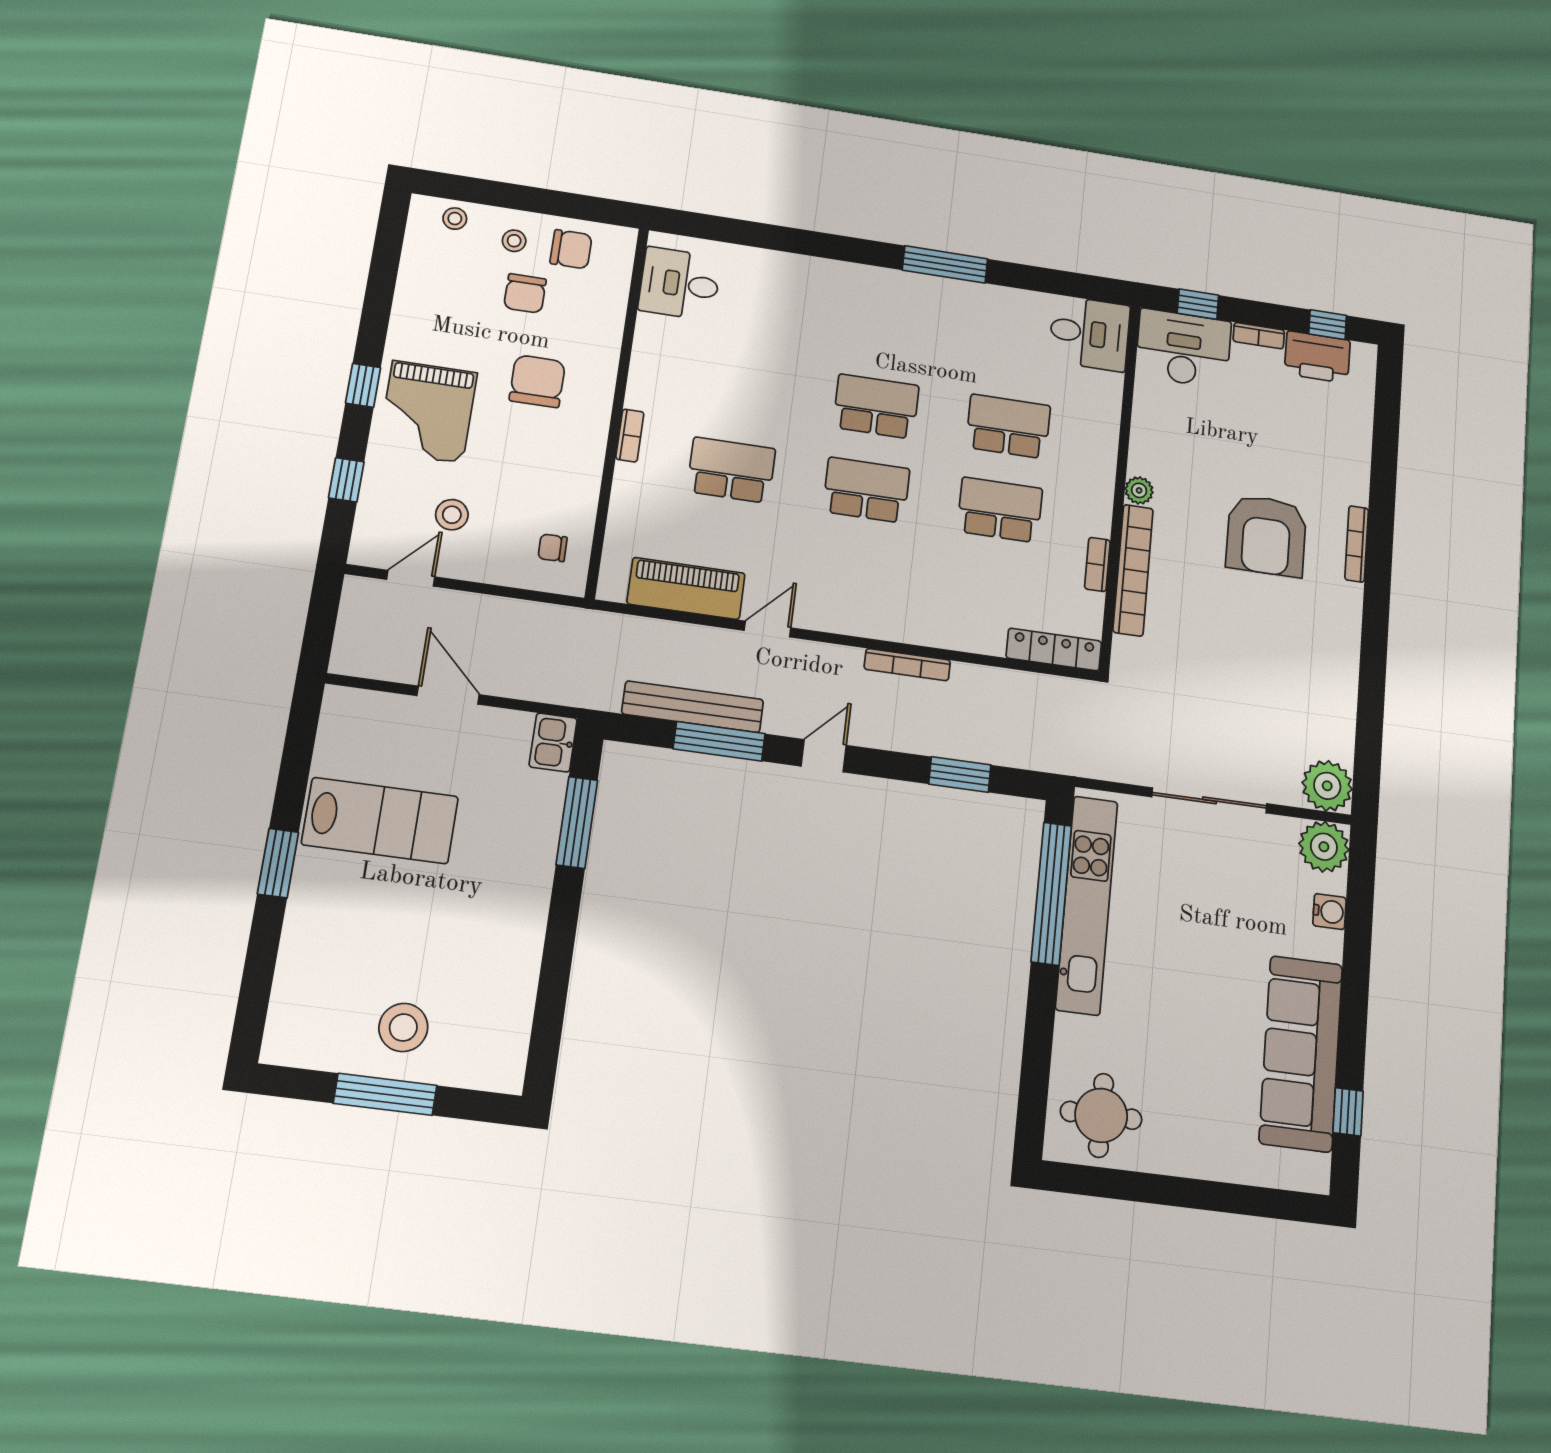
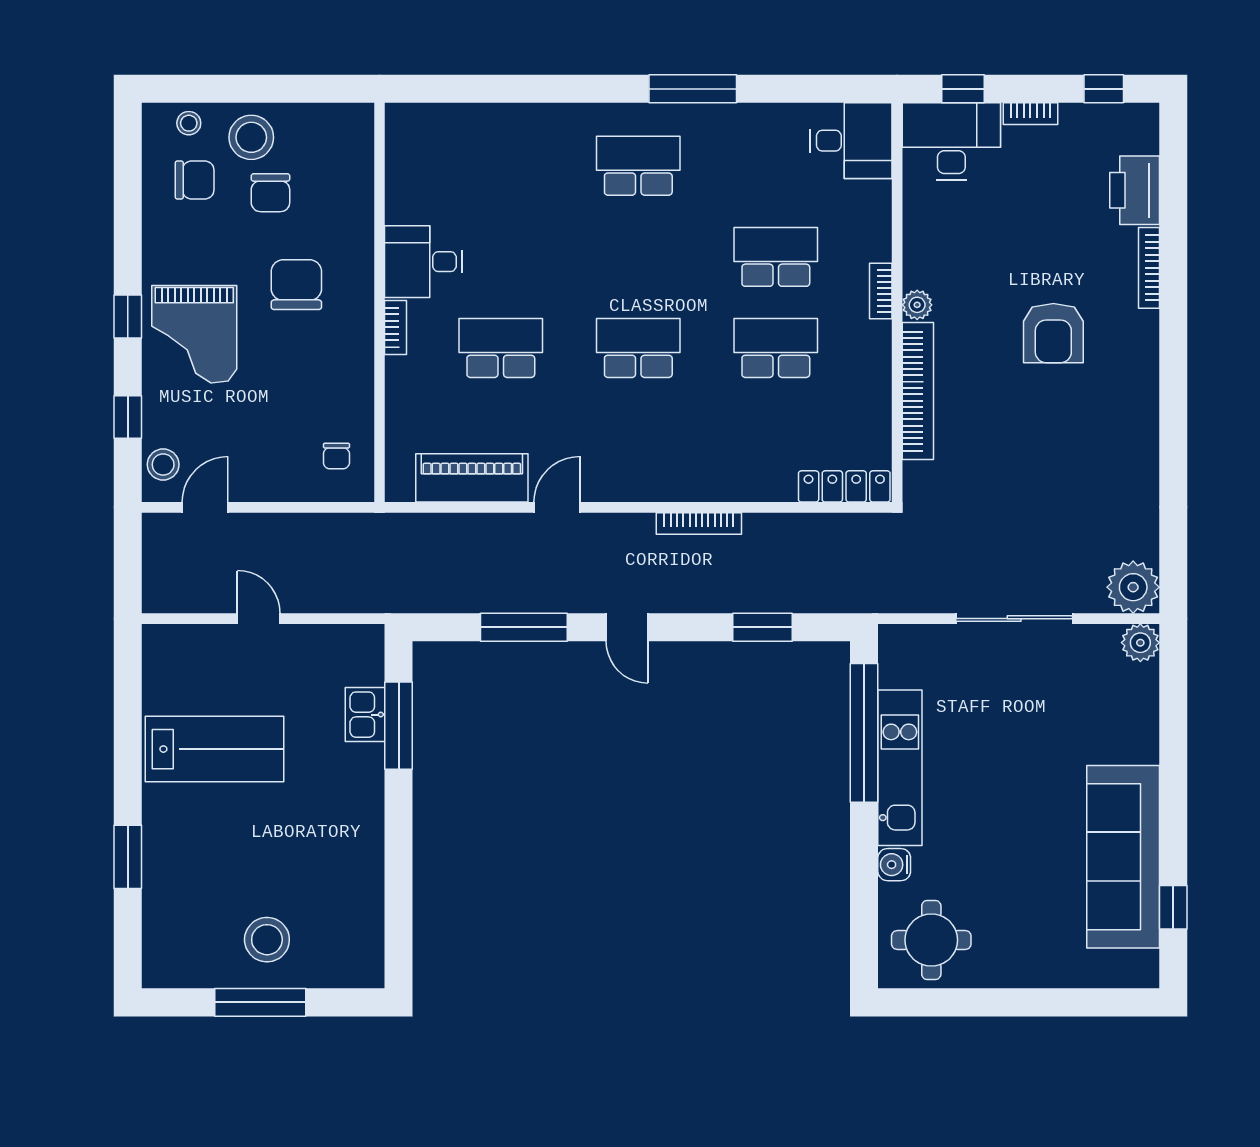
stool: (514, 241) -> (251, 137), width x1.89, depth x1.89
chair: (571, 249) -> (195, 180), moved
desk: (680, 284) -> (424, 262), moved
printer: (1317, 357) -> (1135, 190), moved, turned 90
school desk: (876, 406) -> (638, 166), moved
stool: (452, 515) -> (163, 464), moved
armchair: (1266, 536) -> (1053, 333), width x0.73, depth x0.73
bookcase: (1357, 544) -> (1149, 268), moved
chair: (553, 548) -> (336, 456), turned -89
bookcase: (1097, 564) -> (881, 291), moved
door: (448, 695) -> (259, 619), width x0.73
bench: (693, 707) -> (494, 596), removed
kitchen sink: (553, 742) -> (365, 715), moved
door: (824, 756) -> (627, 627), swing flipped
plant: (1324, 847) -> (1140, 643), width x0.73, depth x0.73
window: (278, 863) -> (128, 857), moved
kitchen unit: (1087, 905) -> (900, 768), width x0.73
water cooler: (1329, 912) -> (894, 865), moved, turned 180

